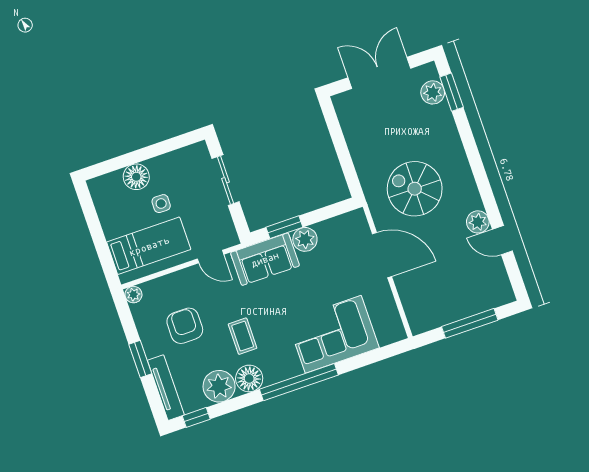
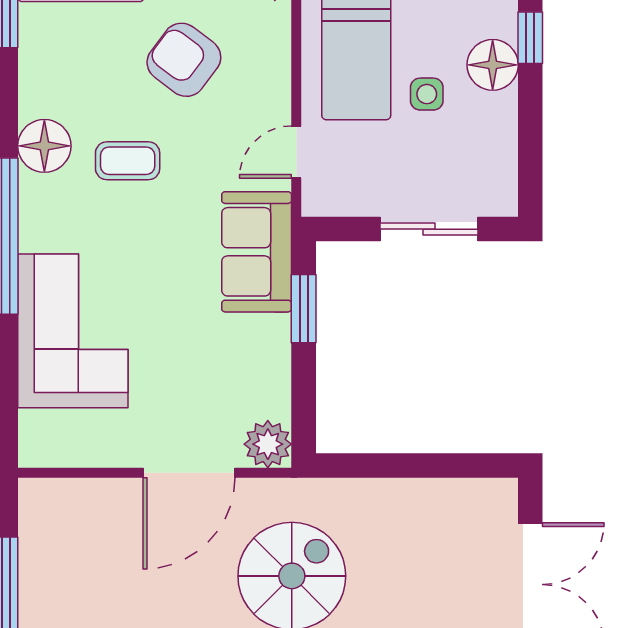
window: (117, 163) -> (530, 38), added
plant: (305, 239) -> (268, 444), moved
armchair: (185, 326) -> (184, 60), turned -143
plant: (219, 386) -> (49, 85), removed

